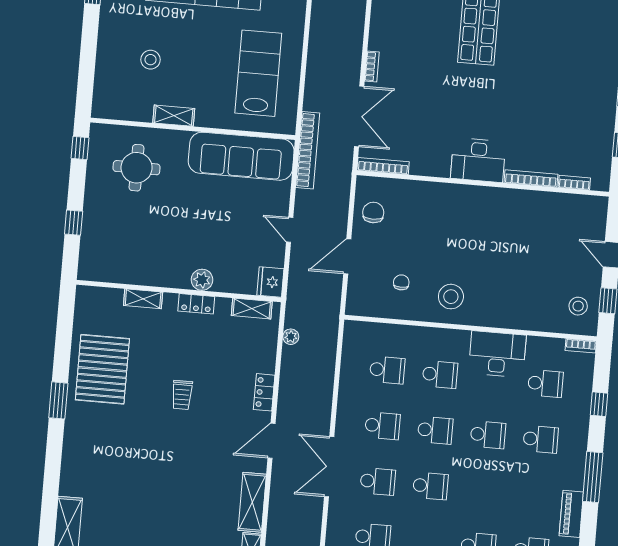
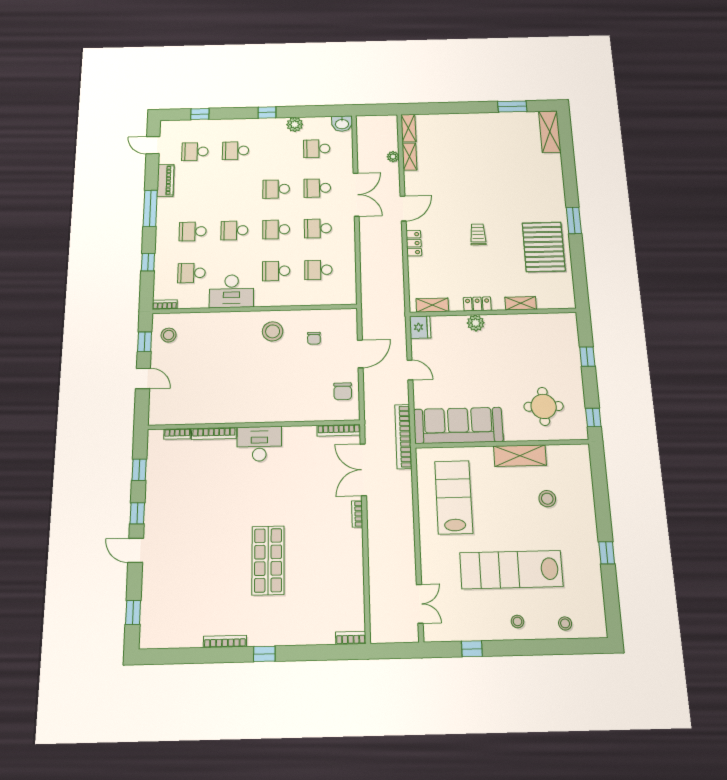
lab bench: (258, 73) -> (454, 497), turned 180
shelving: (174, 116) -> (520, 456), width x1.50, depth x1.33
plant: (291, 337) -> (393, 157), moved
shelving: (252, 502) -> (410, 157), width x0.67, depth x0.75

